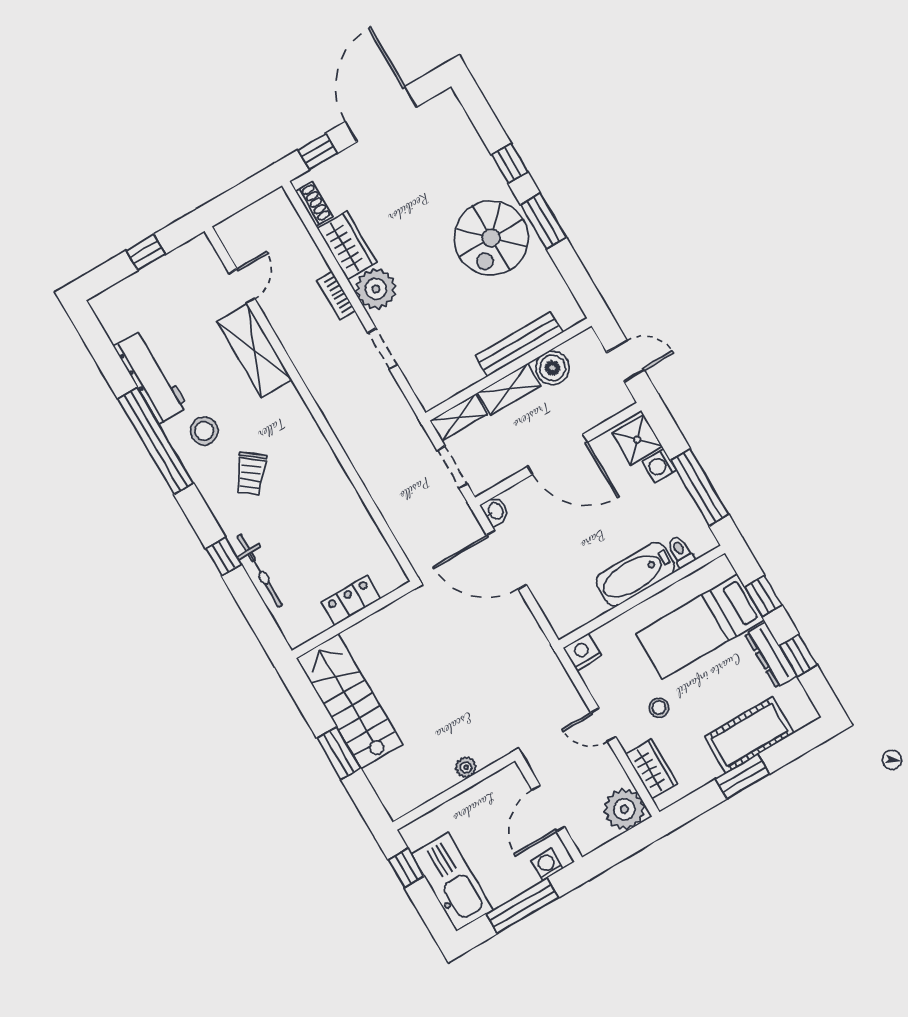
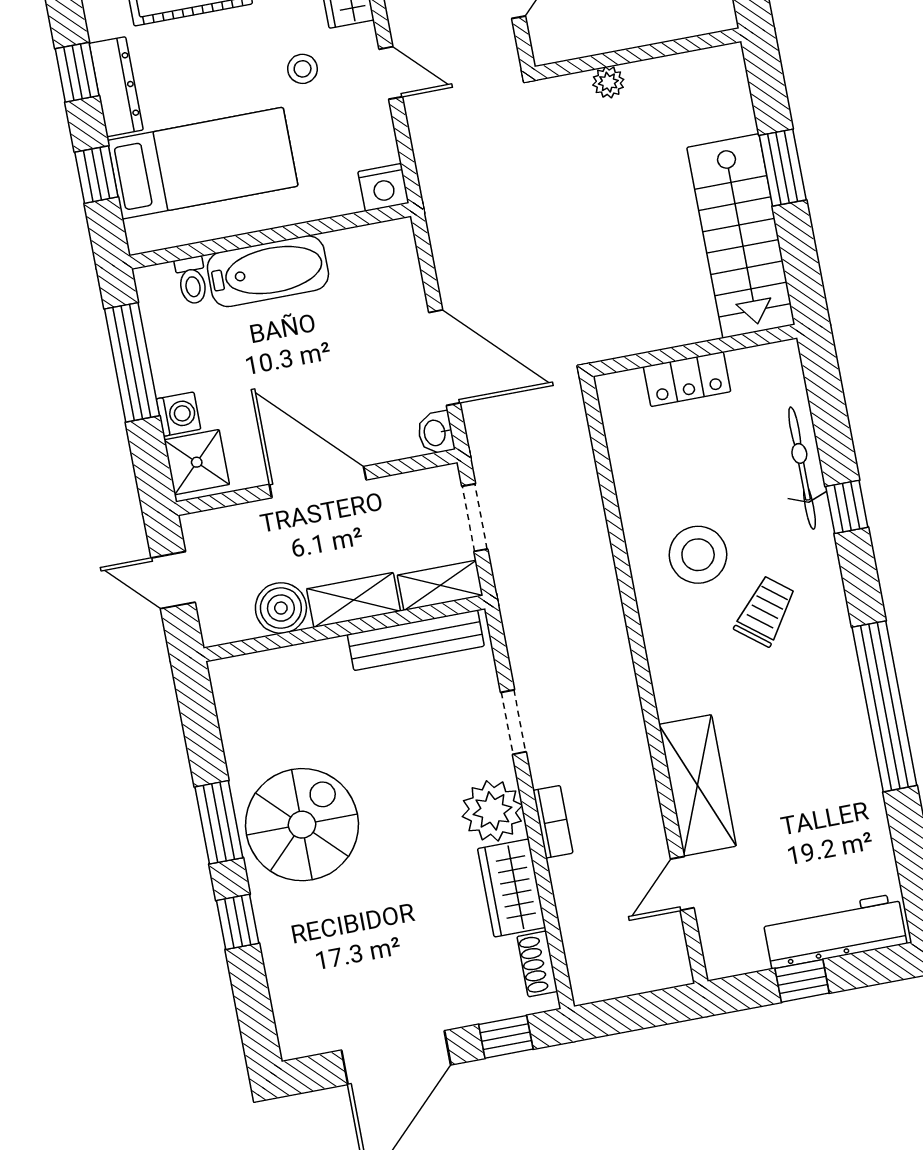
bench: (519, 344) -> (416, 640), moved
workbench: (151, 377) -> (835, 931), moved, turned 90
stool: (204, 431) -> (698, 555), moved, width x1.38, depth x1.38

